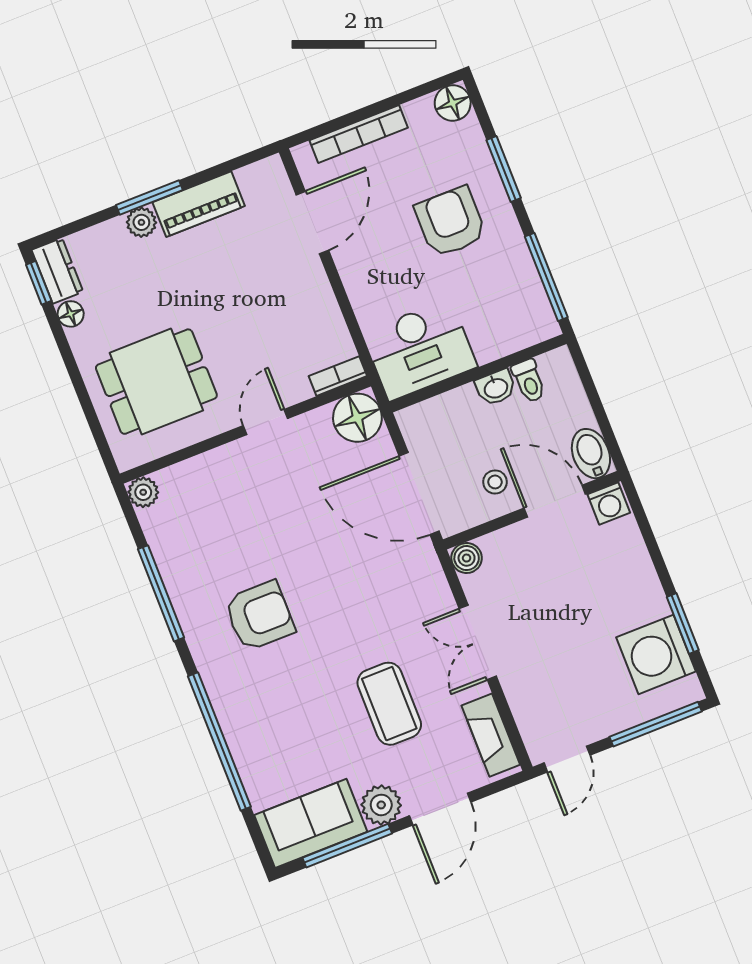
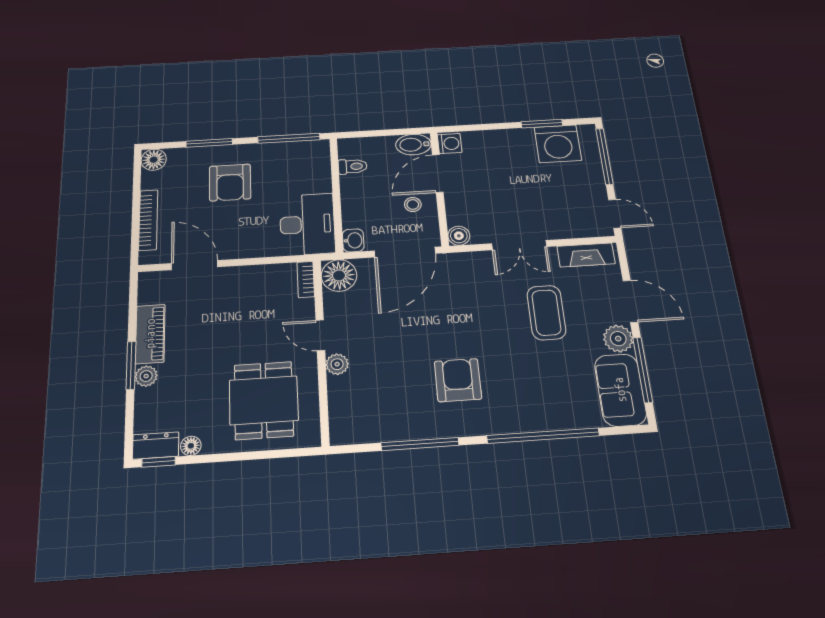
armchair: (450, 222) -> (230, 182), turned -90
washbasin: (496, 388) -> (353, 240), moved
plant: (143, 492) -> (337, 364), moved
coffee table: (389, 704) -> (546, 313), turned 90

